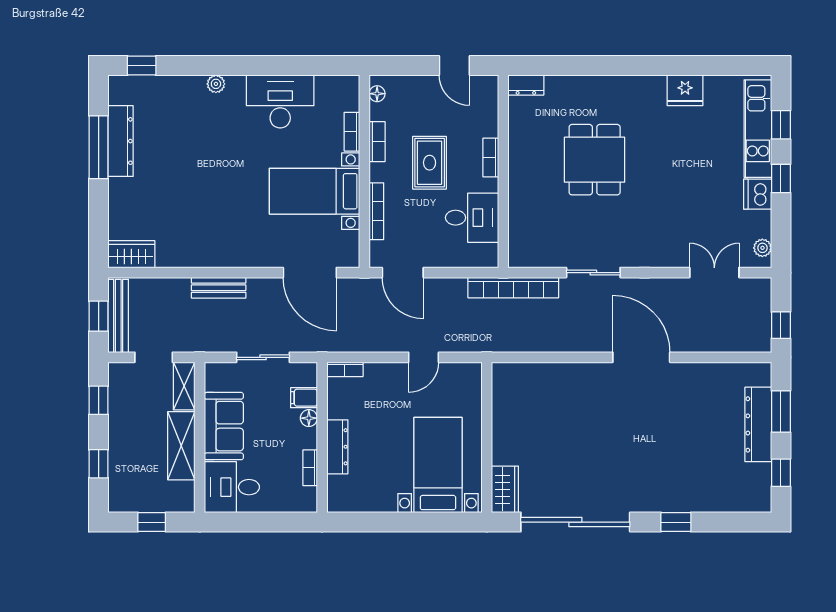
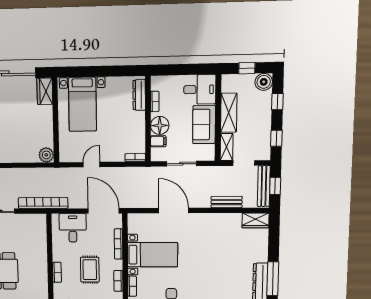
desk: (472, 218) -> (73, 228), moved, turned 90
door: (310, 273) -> (174, 211), moved
door: (403, 273) -> (104, 211), width x1.36
bench: (219, 288) -> (227, 202), moved
plant: (505, 376) -> (46, 155), added
floor lamp: (309, 418) -> (160, 125), width x1.89, depth x1.89
dresser: (337, 447) -> (139, 95), moved
boiler: (123, 498) -> (264, 82), added

